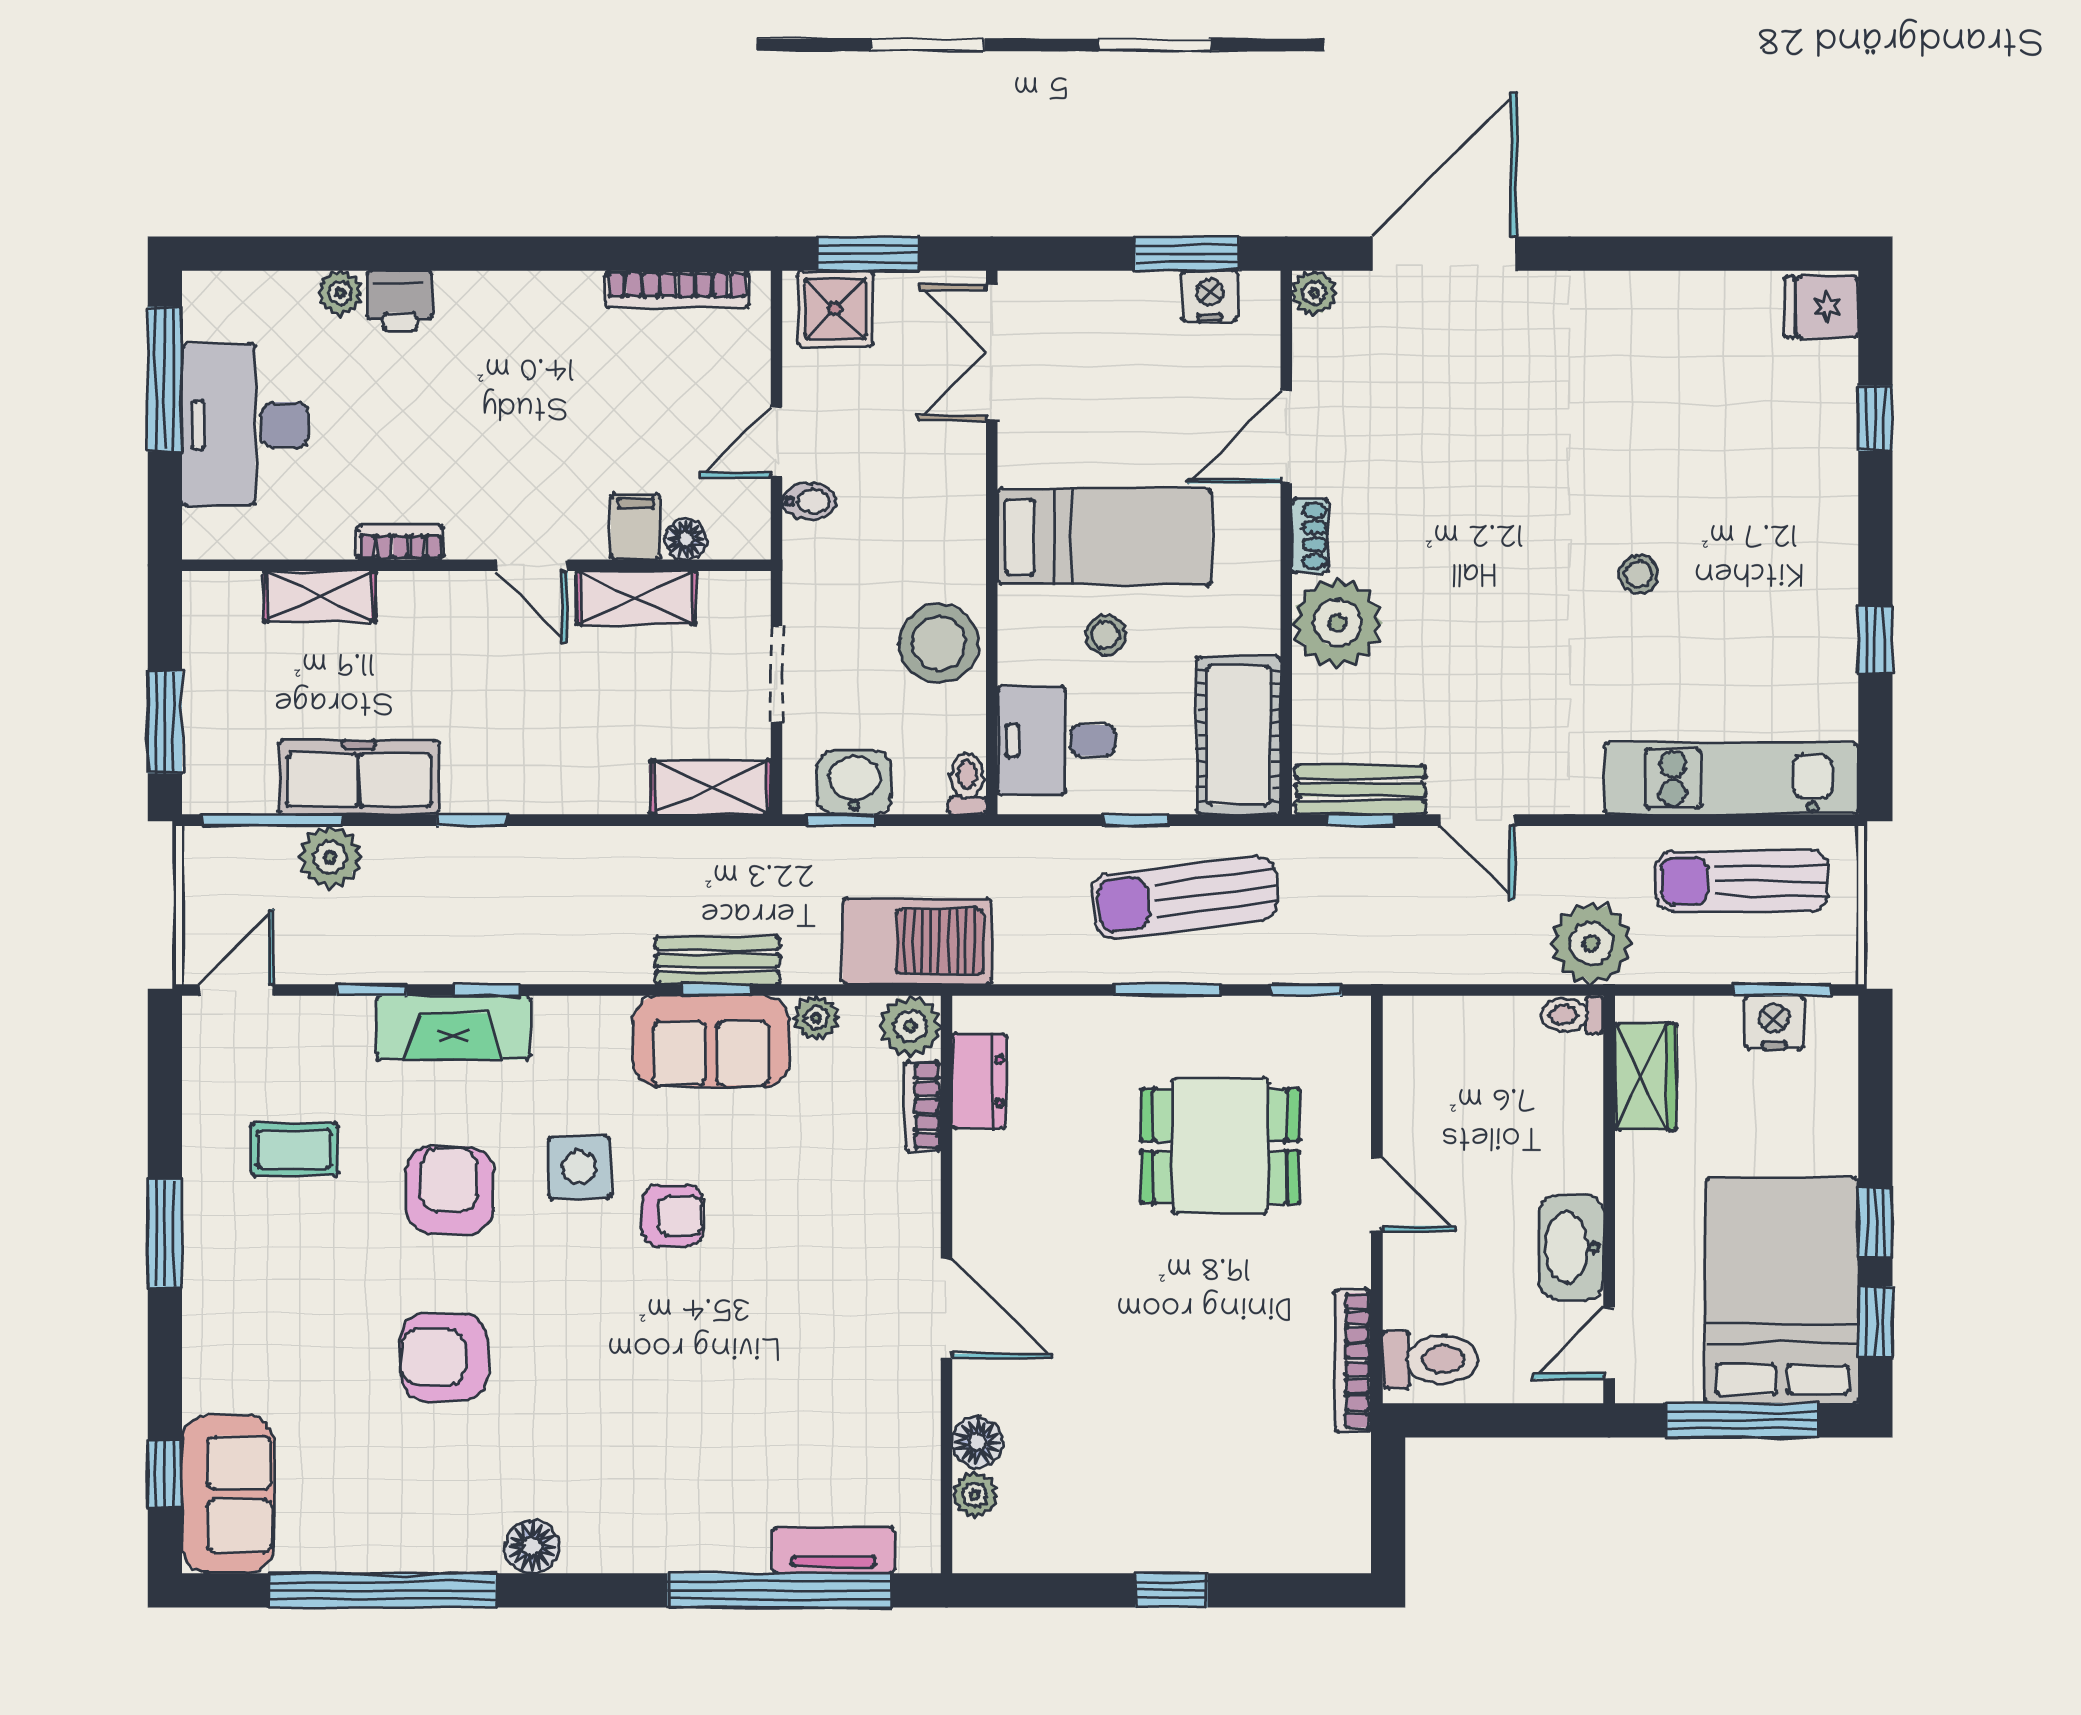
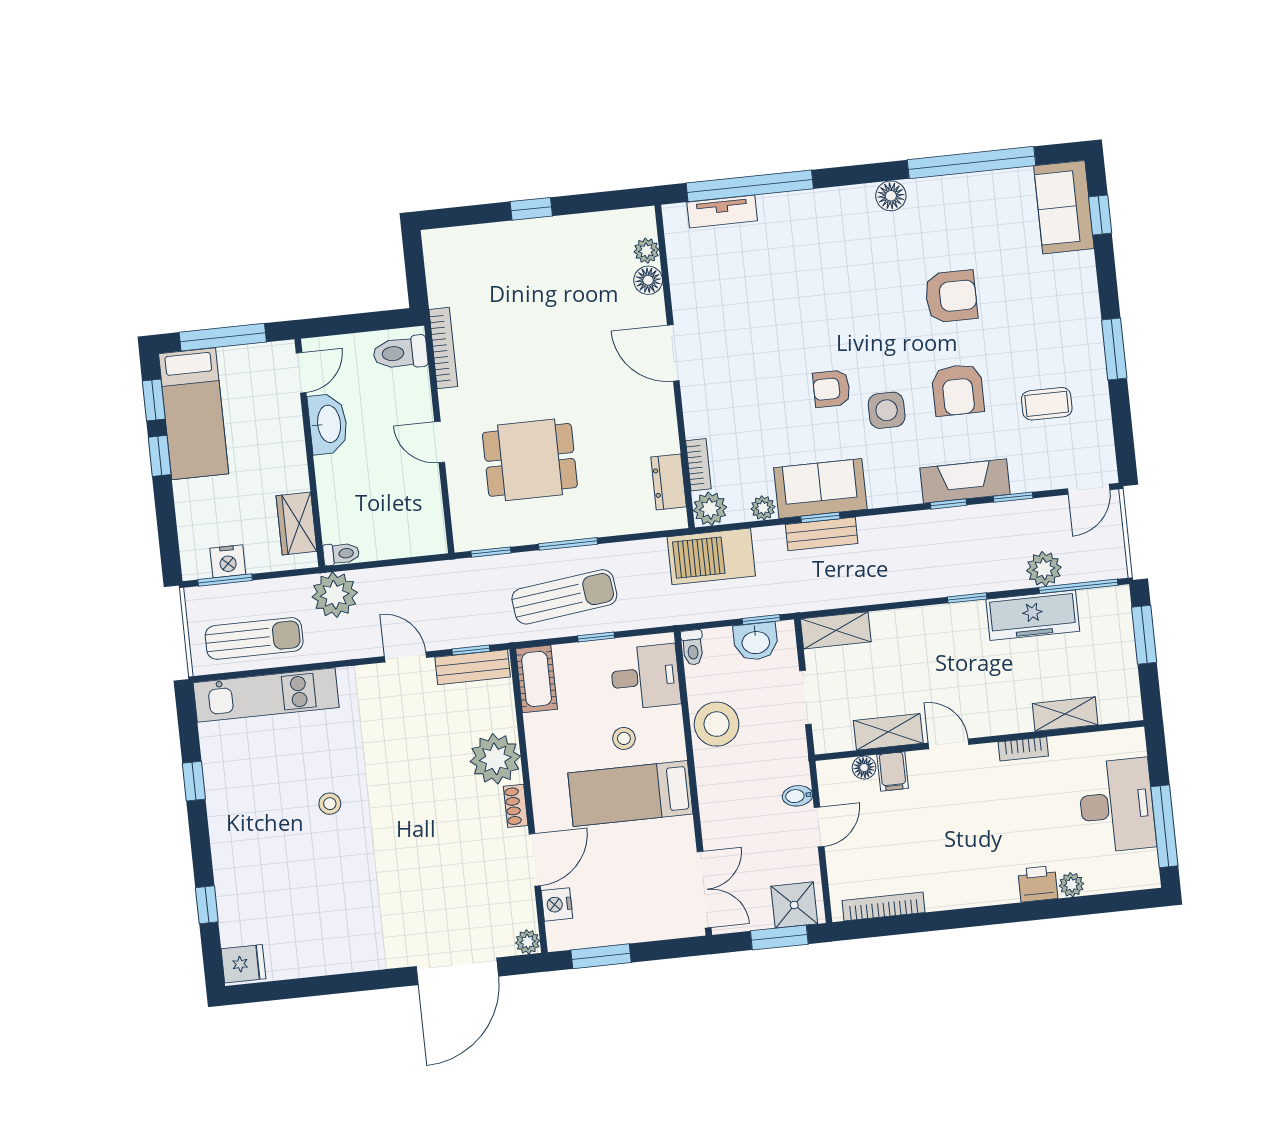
nightstand: (1209, 296) -> (557, 904), moved, turned 90
cot: (1239, 736) -> (537, 679), width x0.73, depth x0.75
bed: (1782, 1290) -> (194, 414), width x0.67

